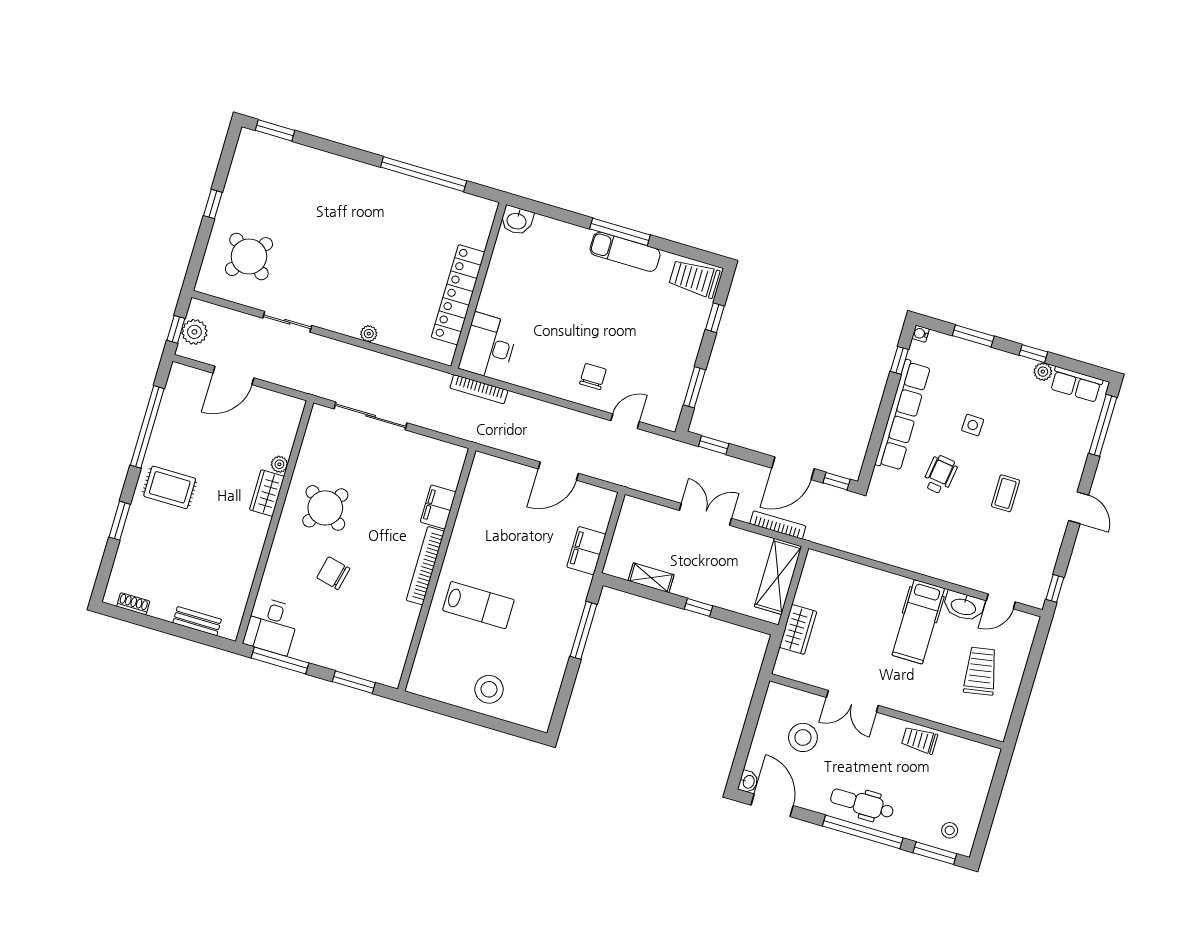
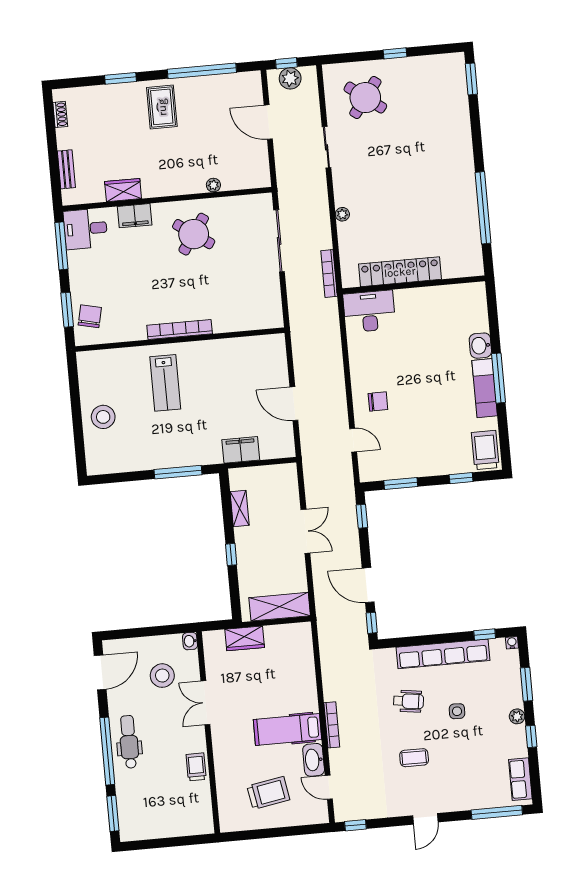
washbasin: (517, 220) -> (480, 346), moved
plant: (1043, 372) -> (517, 716), moved
bookcase: (479, 389) -> (329, 274), moved
wardrobe: (267, 493) -> (123, 190), moved
filing cabinet: (438, 507) -> (135, 216), moved, turned 180
bookcase: (778, 525) -> (332, 725), moved
chair: (333, 573) -> (90, 316), moved
washbasin: (748, 782) -> (190, 641), moved, turned 90
stool: (950, 830) -> (135, 818), removed

